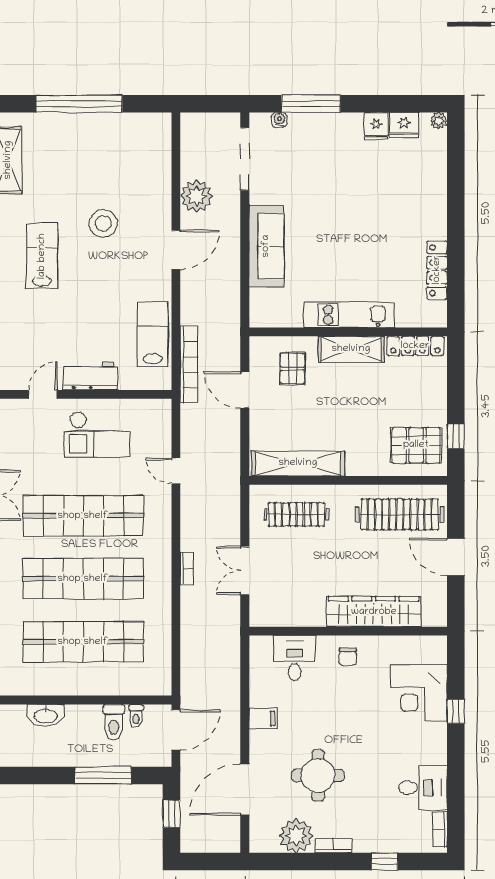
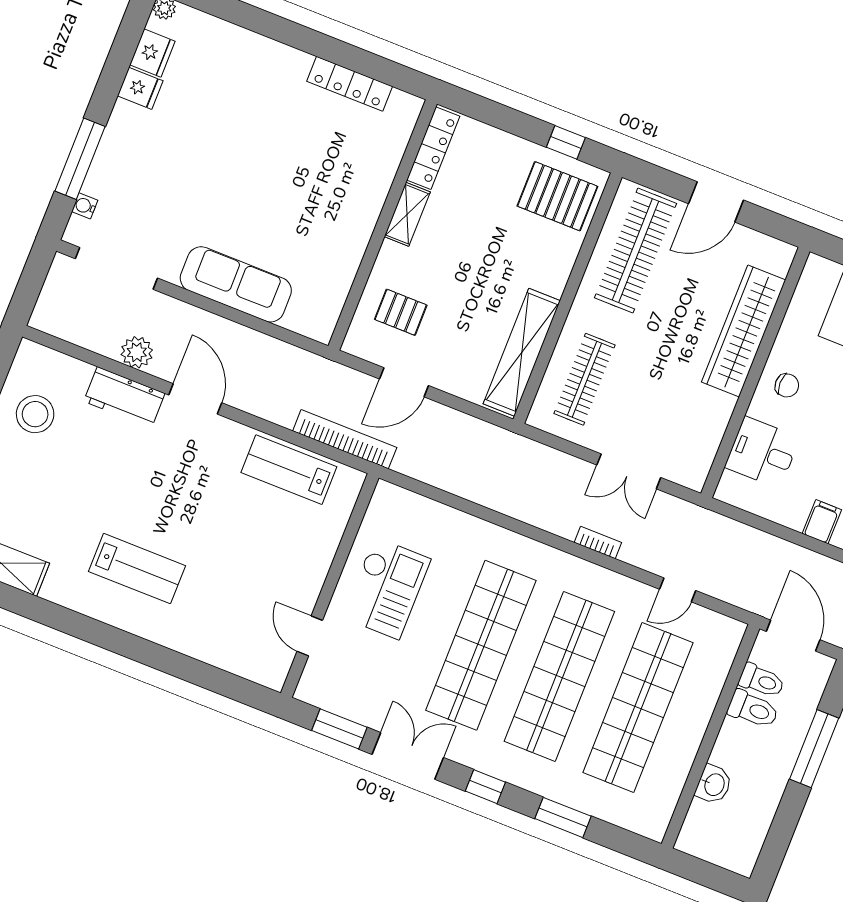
plant: (197, 196) -> (137, 352), width x0.73, depth x0.73
stool: (103, 223) -> (35, 414), moved
lab bench: (42, 256) -> (137, 569), turned 180
kitchen unit: (349, 315) -> (362, 215), removed
shelving: (351, 349) -> (407, 214), width x0.67, depth x0.75
workbench: (90, 376) -> (124, 397), moved, turned -90
pallet: (416, 445) -> (557, 196), turned 90
door: (176, 471) -> (678, 590), moved
washbasin: (46, 715) -> (714, 784), width x0.72
toilet: (136, 716) -> (762, 681), width x1.37, depth x1.39

